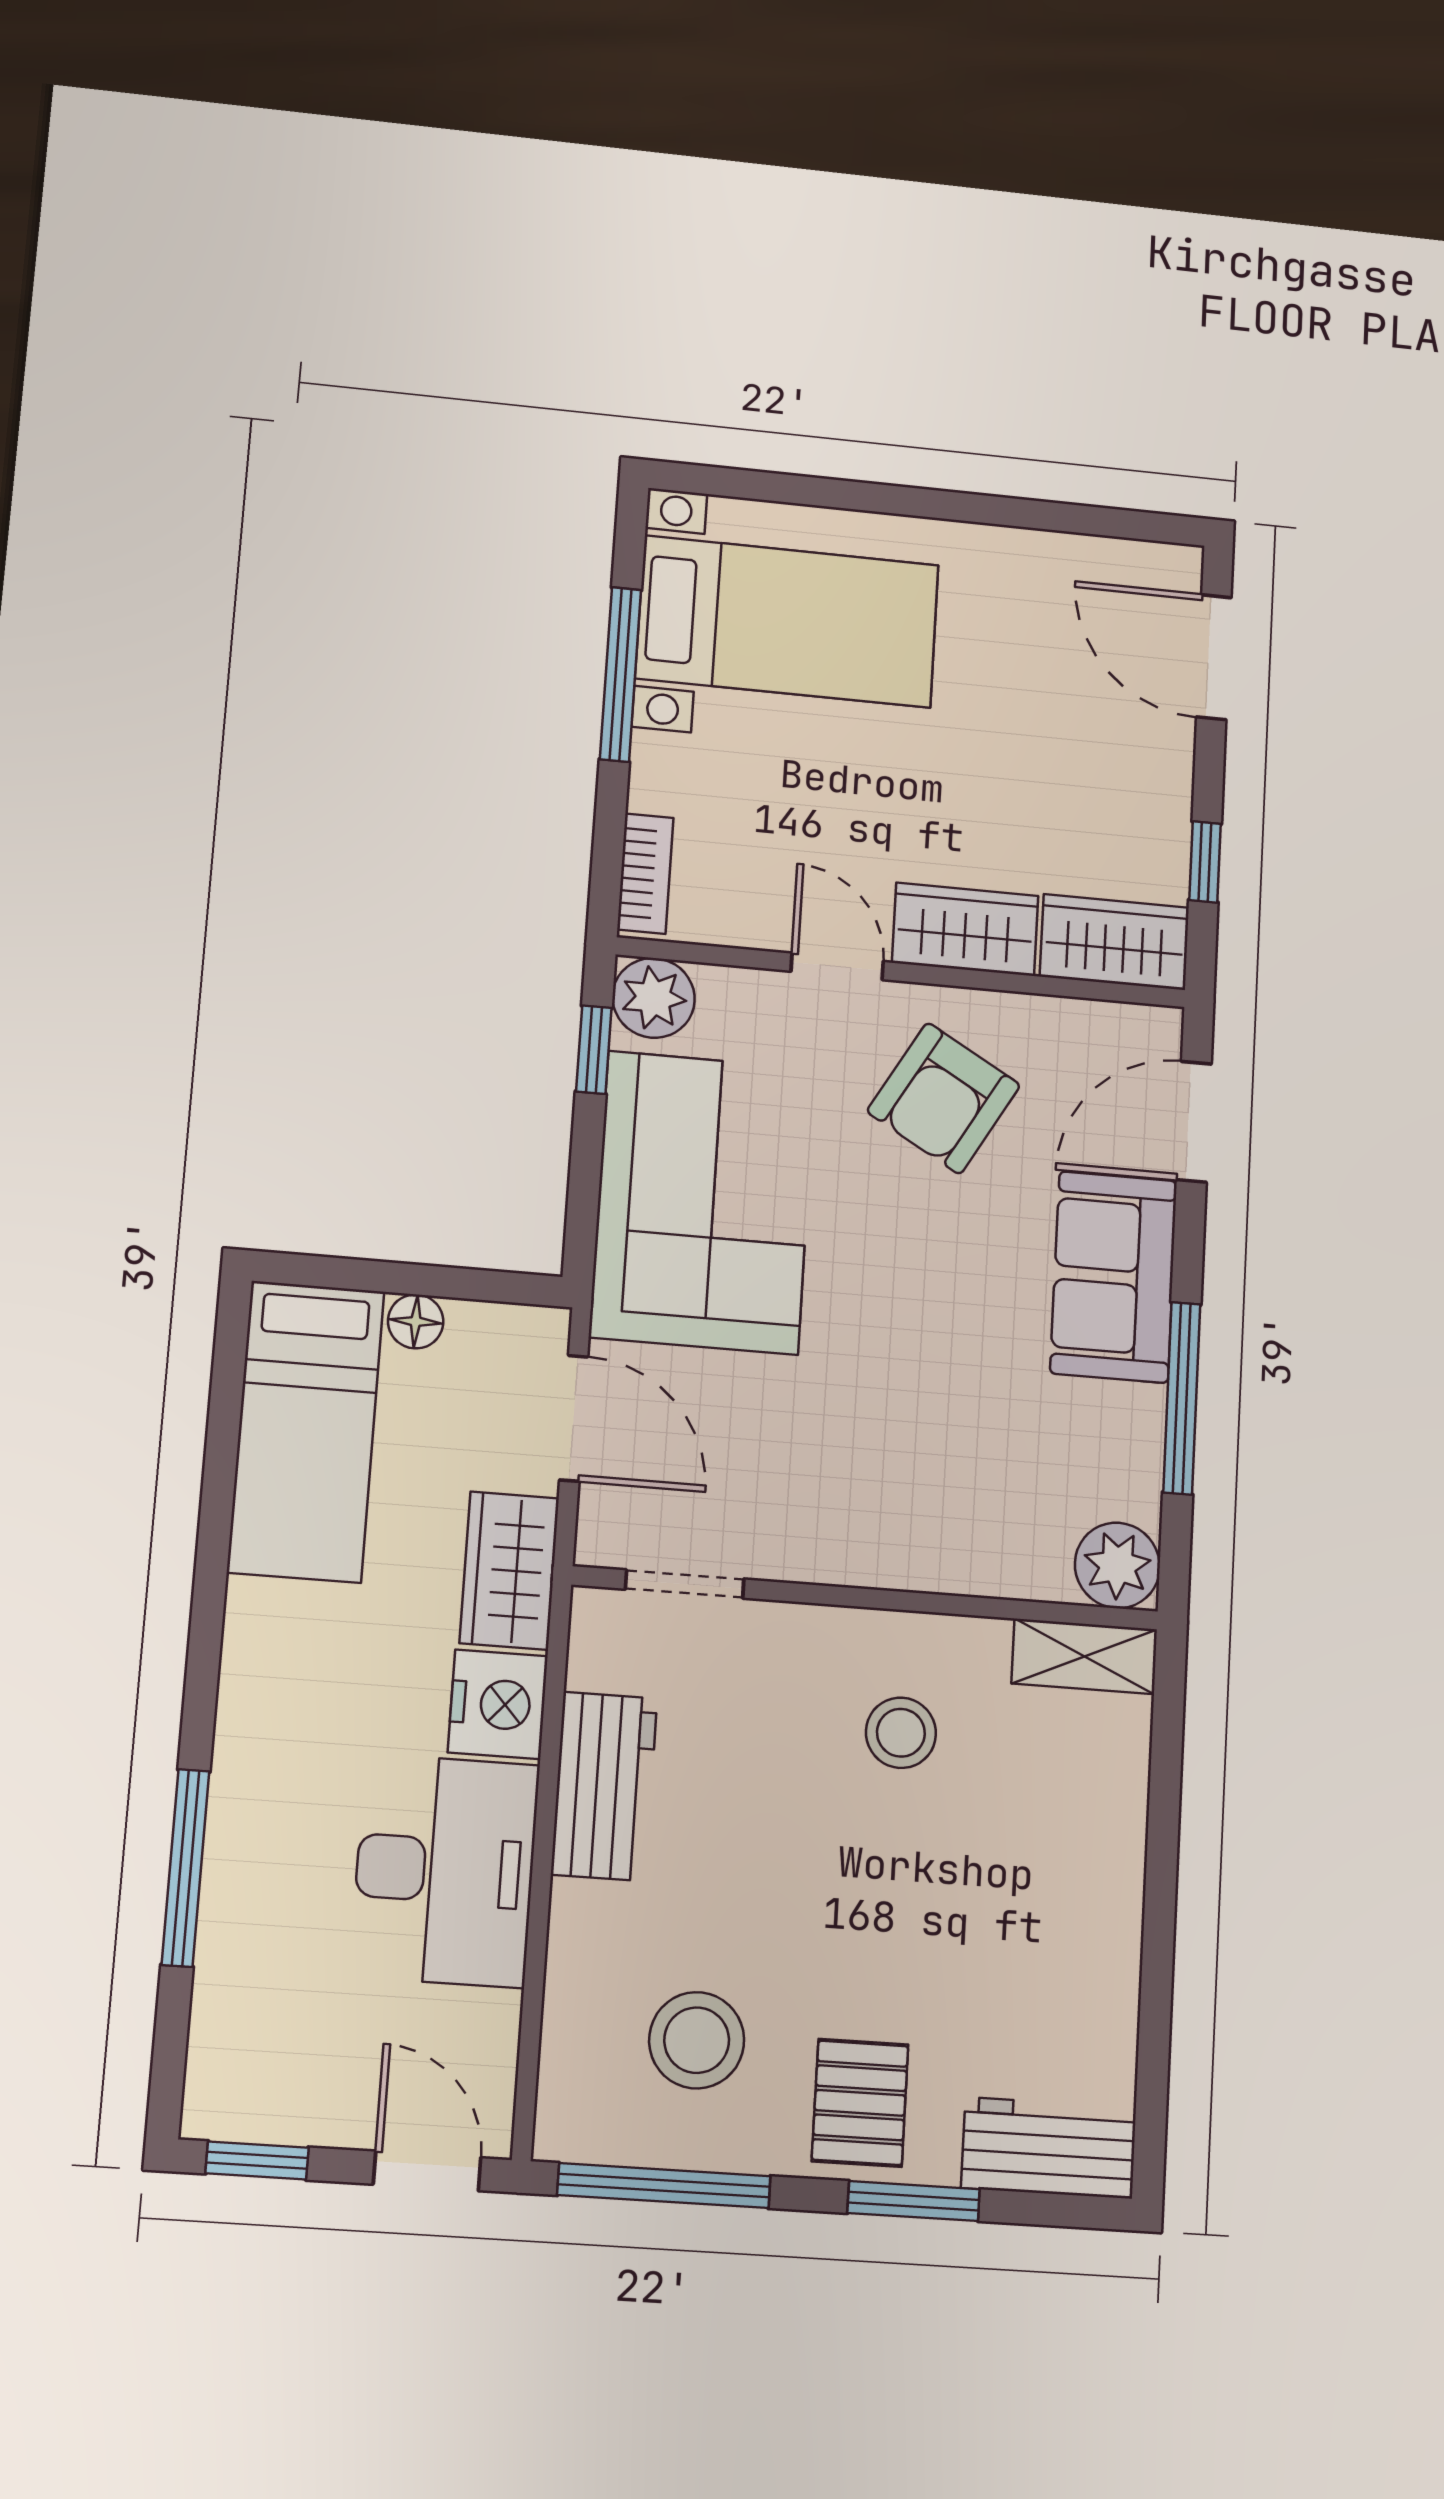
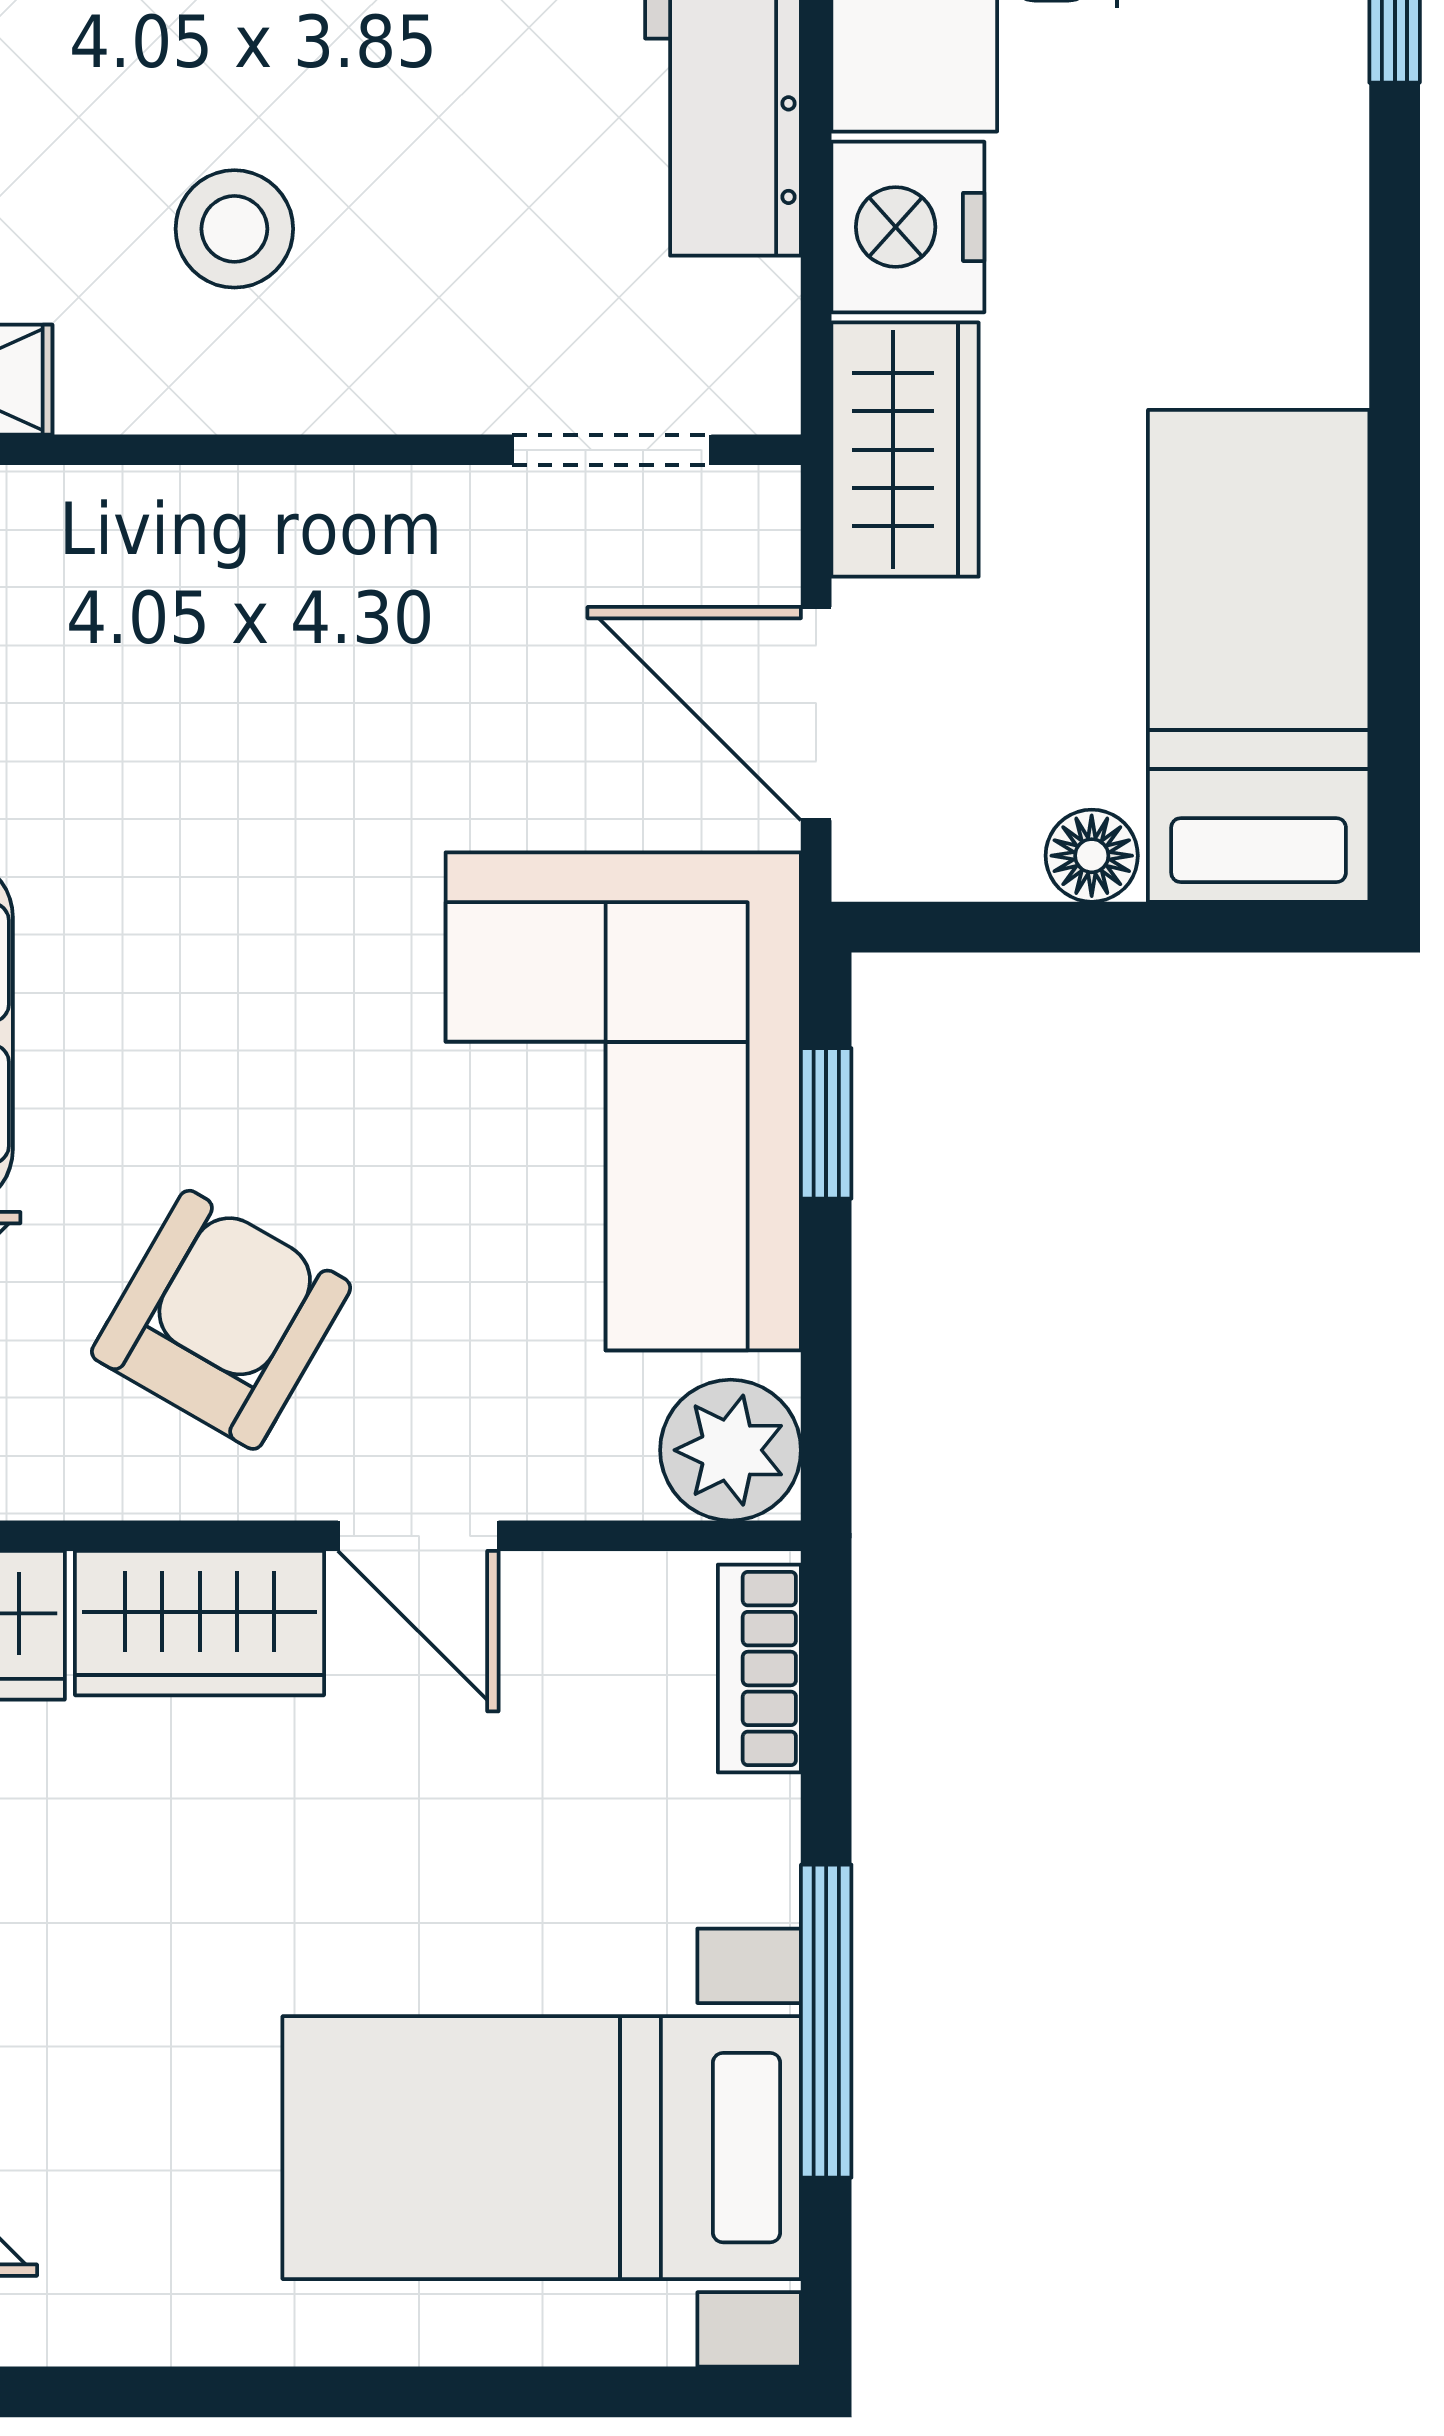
window: (594, 1050) -> (826, 1123), moved

